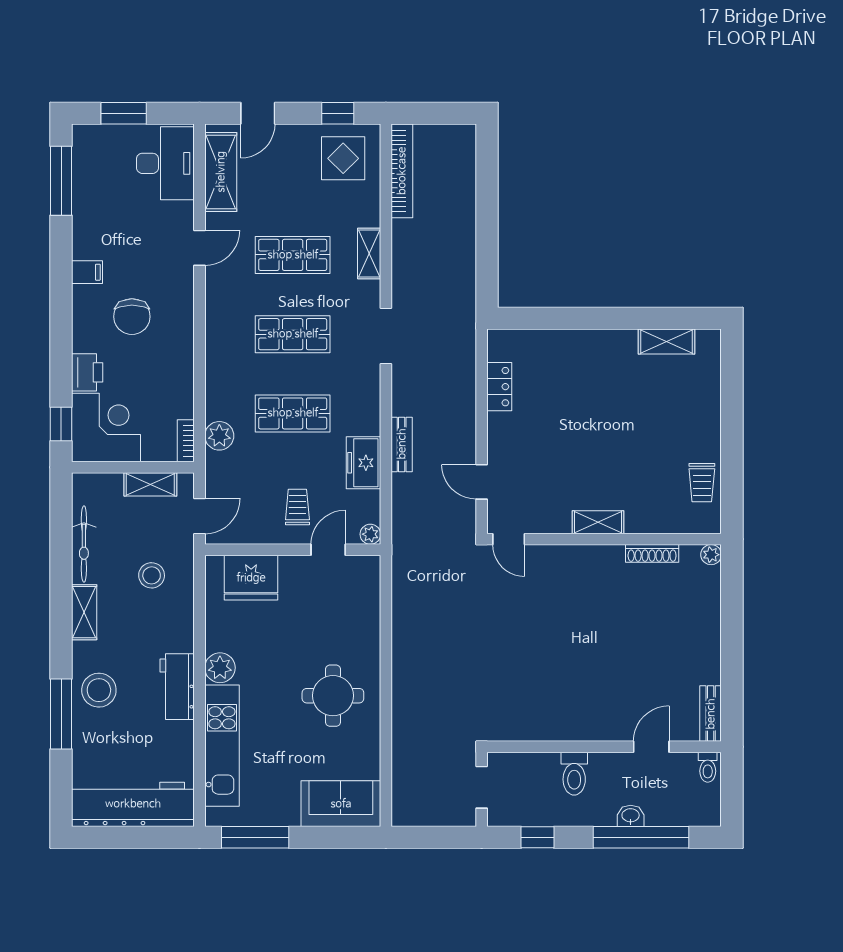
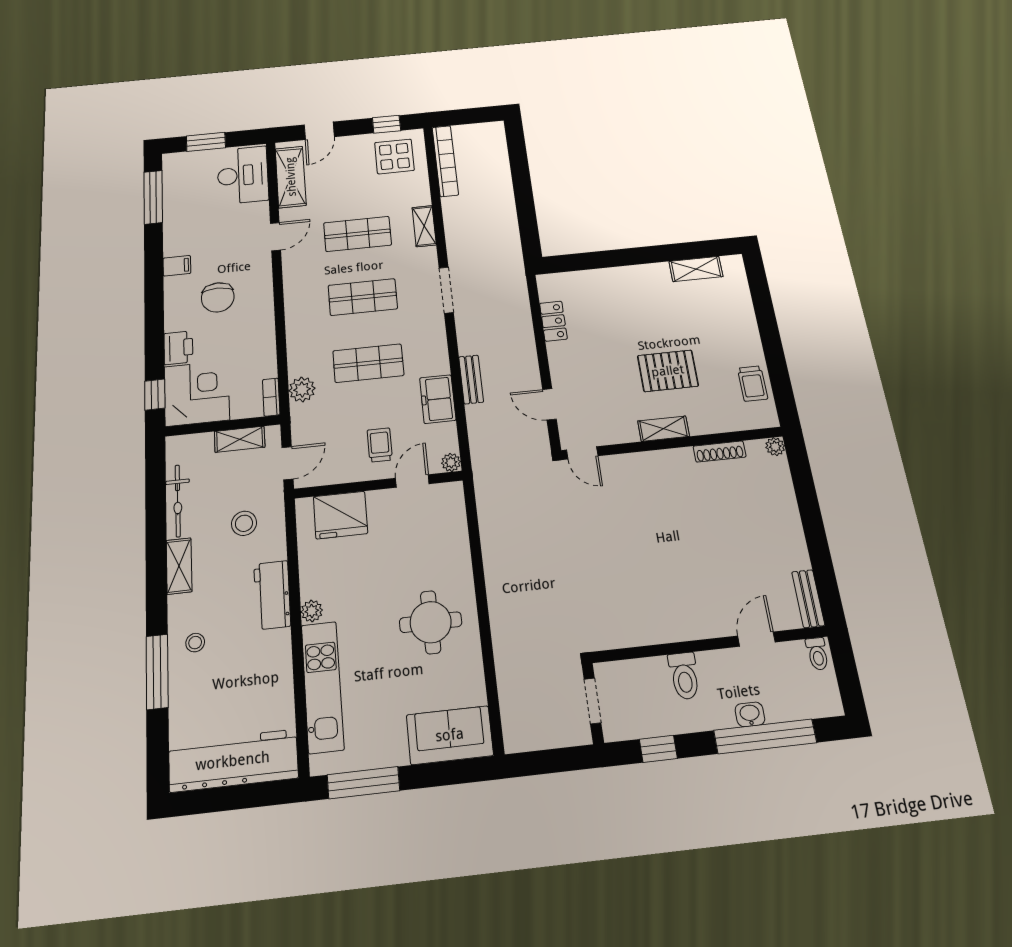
pallet: (614, 458) -> (668, 371), added
plant: (220, 668) -> (312, 611), width x0.73, depth x0.73
workbench: (177, 687) -> (272, 595), moved
stool: (99, 690) -> (195, 643), width x0.53, depth x0.53

